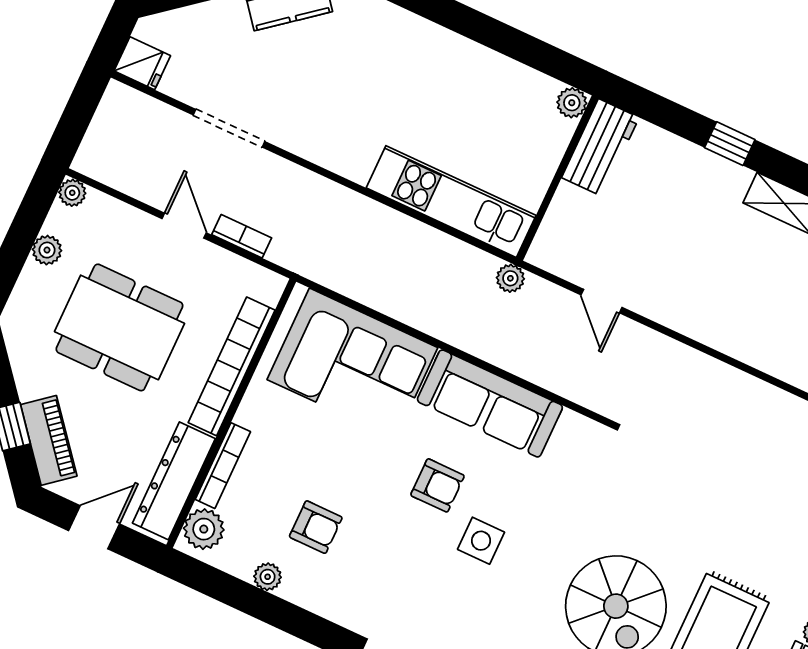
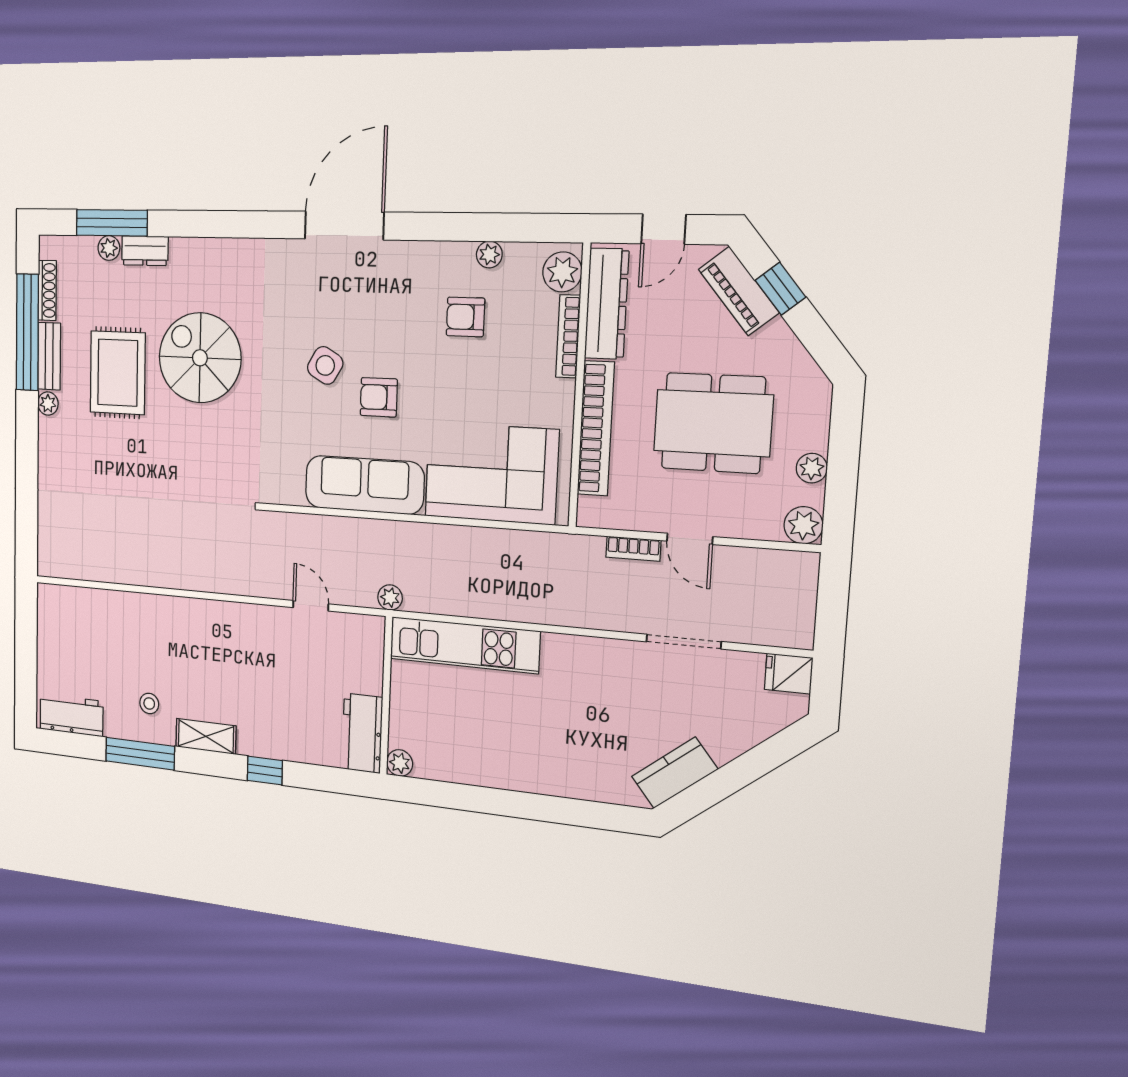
plant: (72, 193) -> (803, 525), width x1.38, depth x1.38
side table: (481, 541) -> (325, 365), turned 30

